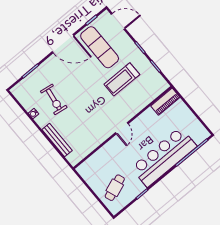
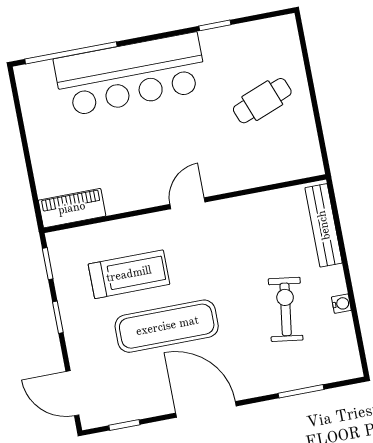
exercise mat: (100, 47) -> (167, 326), moved, turned 90
piano: (165, 102) -> (72, 208), moved
door: (122, 128) -> (188, 203), moved
wall: (123, 128) -> (185, 204), moved
cafe table: (115, 188) -> (262, 101), moved

